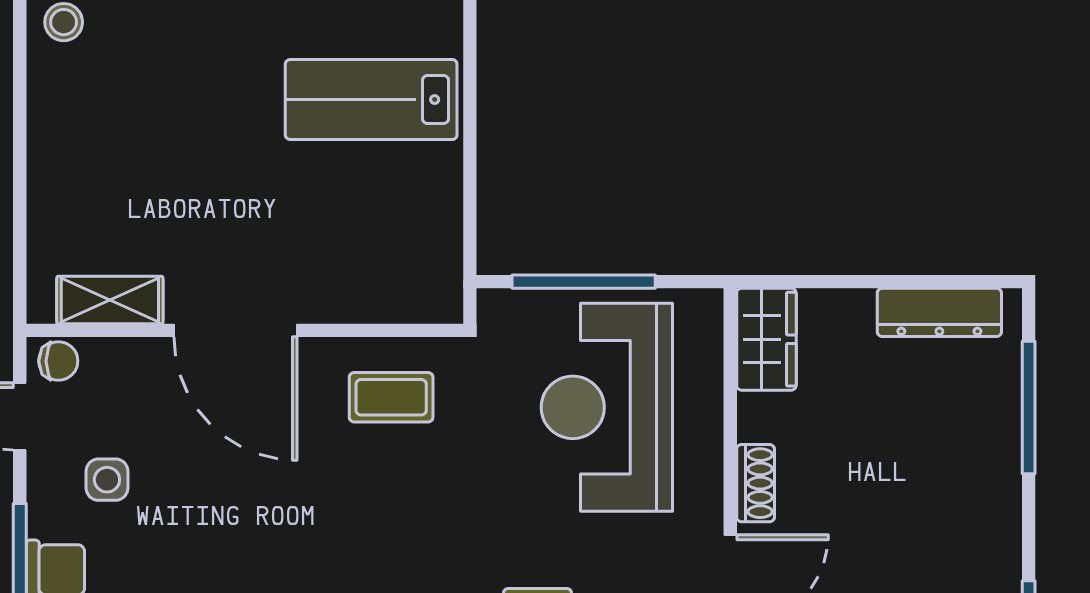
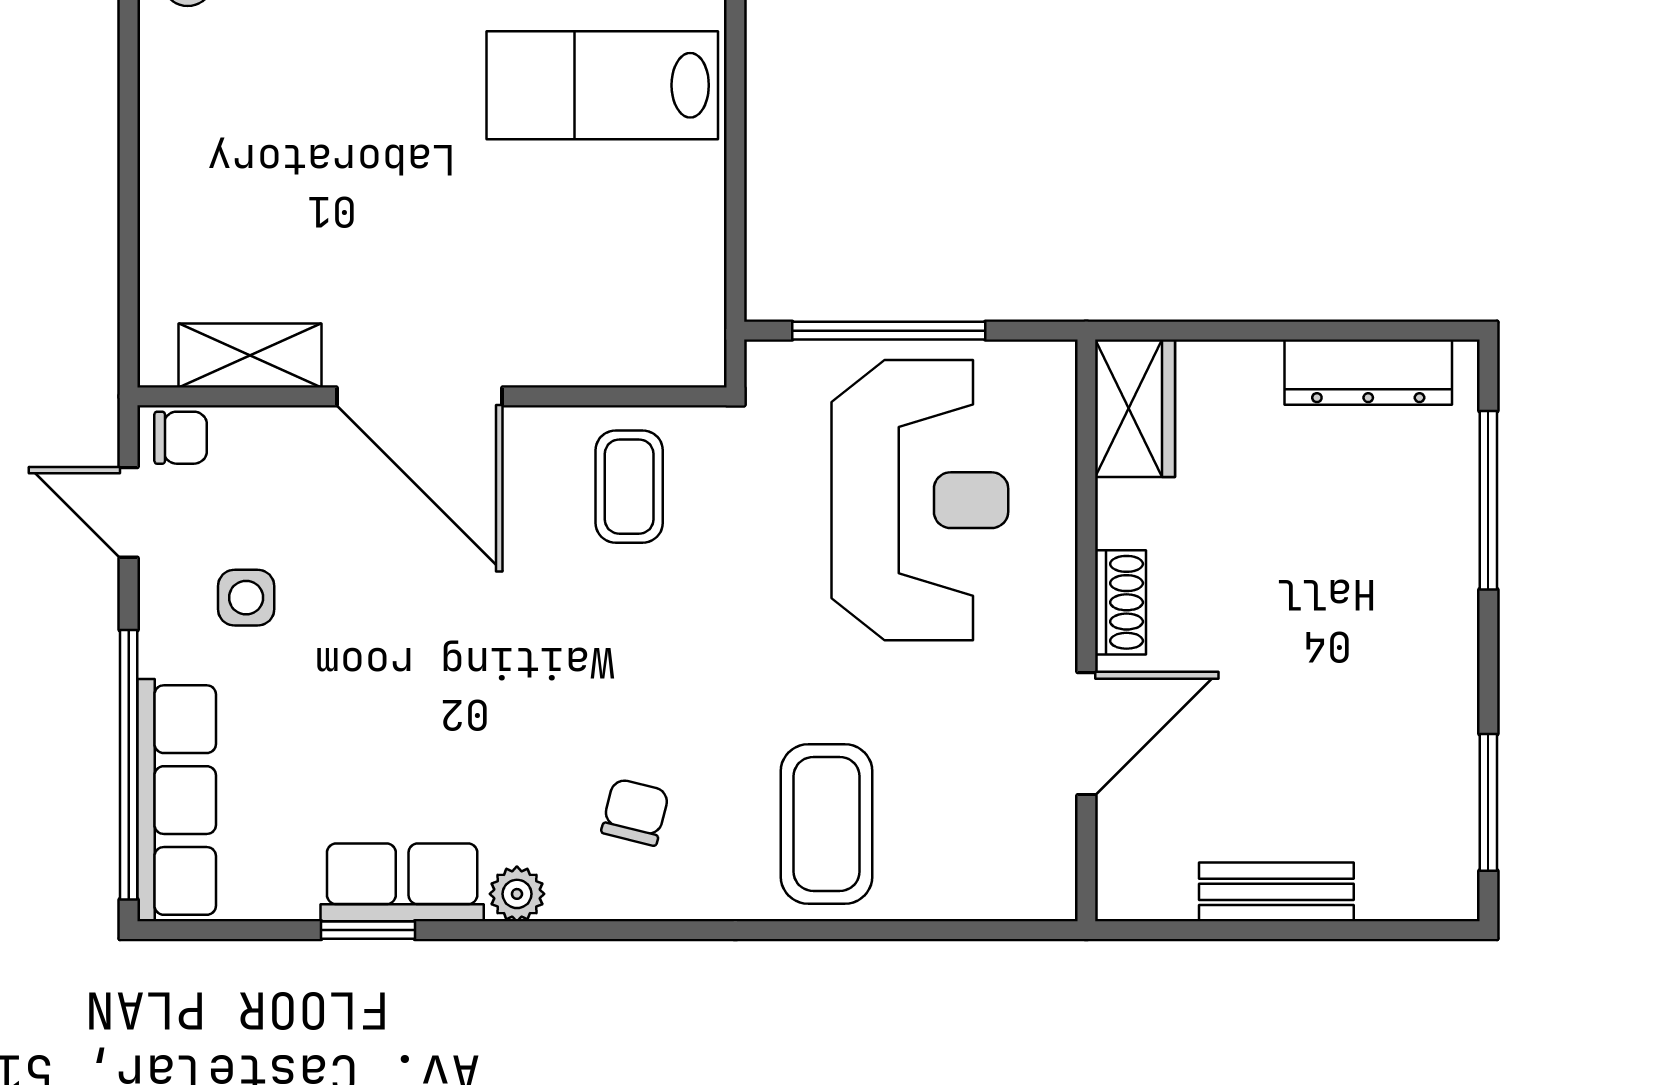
coffee table: (391, 397) -> (629, 487), turned 90
reception desk: (607, 407) -> (920, 500), turned 180

